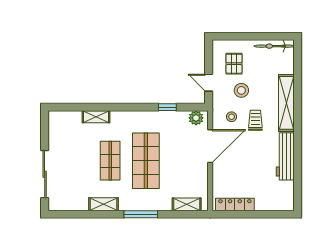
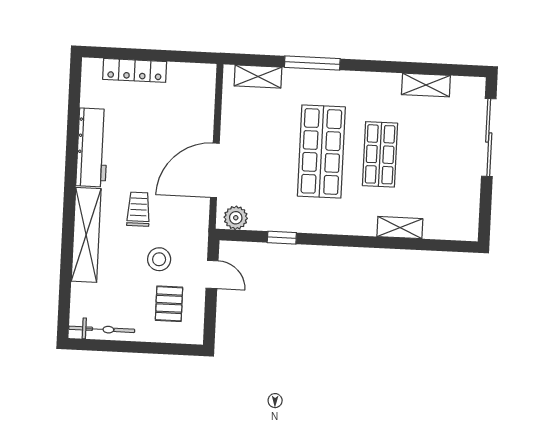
stool: (232, 117) -> (177, 217), removed
trolley: (255, 120) -> (138, 209), turned 180
shelving: (104, 204) -> (426, 85), moved
locker: (235, 204) -> (135, 70), moved
window: (141, 214) -> (312, 63), moved

